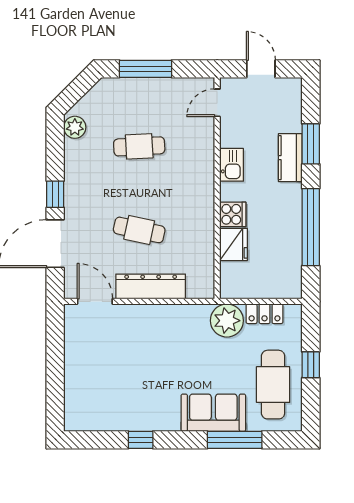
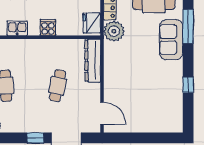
fridge: (234, 244) -> (92, 23), moved, turned -90
dresser: (151, 286) -> (93, 60), moved
door: (95, 301) -> (102, 113), swing flipped

